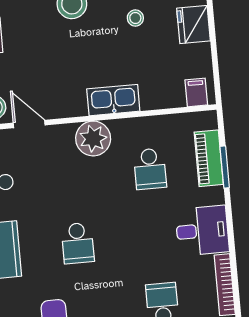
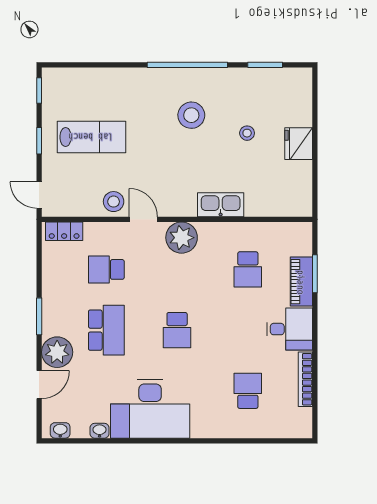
filing cabinet: (196, 92) -> (296, 205), removed
plant: (93, 138) -> (182, 238), moved
piano: (209, 158) -> (301, 282), moved

